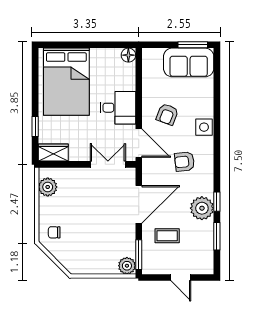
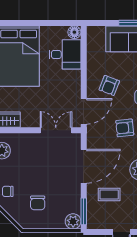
desk: (118, 108) -> (65, 54), moved
door: (139, 143) -> (84, 111), hinge flipped
chair: (88, 245) -> (38, 203), added

